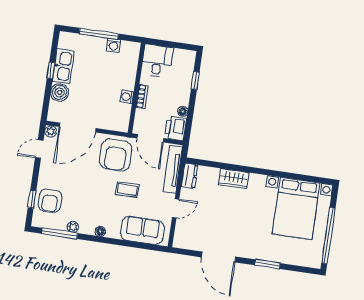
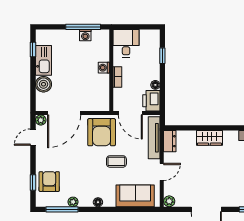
window: (99, 34) -> (83, 27), moved
window: (51, 70) -> (33, 50), moved
washing machine: (127, 97) -> (104, 68), moved
armchair: (50, 201) -> (49, 182), turned 180
plant: (179, 242) -> (169, 201), added

